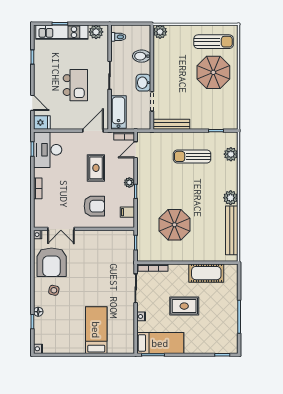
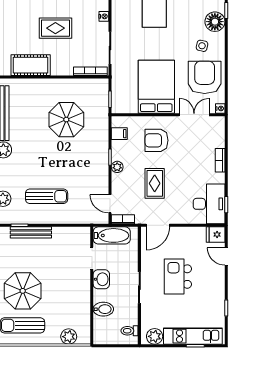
plant: (160, 32) -> (69, 337), moved
bathtub: (119, 112) -> (112, 235), moved, turned -90
bench: (171, 124) -> (31, 232), moved
door: (136, 150) -> (110, 204), swing flipped
bed: (95, 254) -> (156, 87), added
floor lamp: (38, 312) -> (215, 22), width x1.89, depth x1.89

